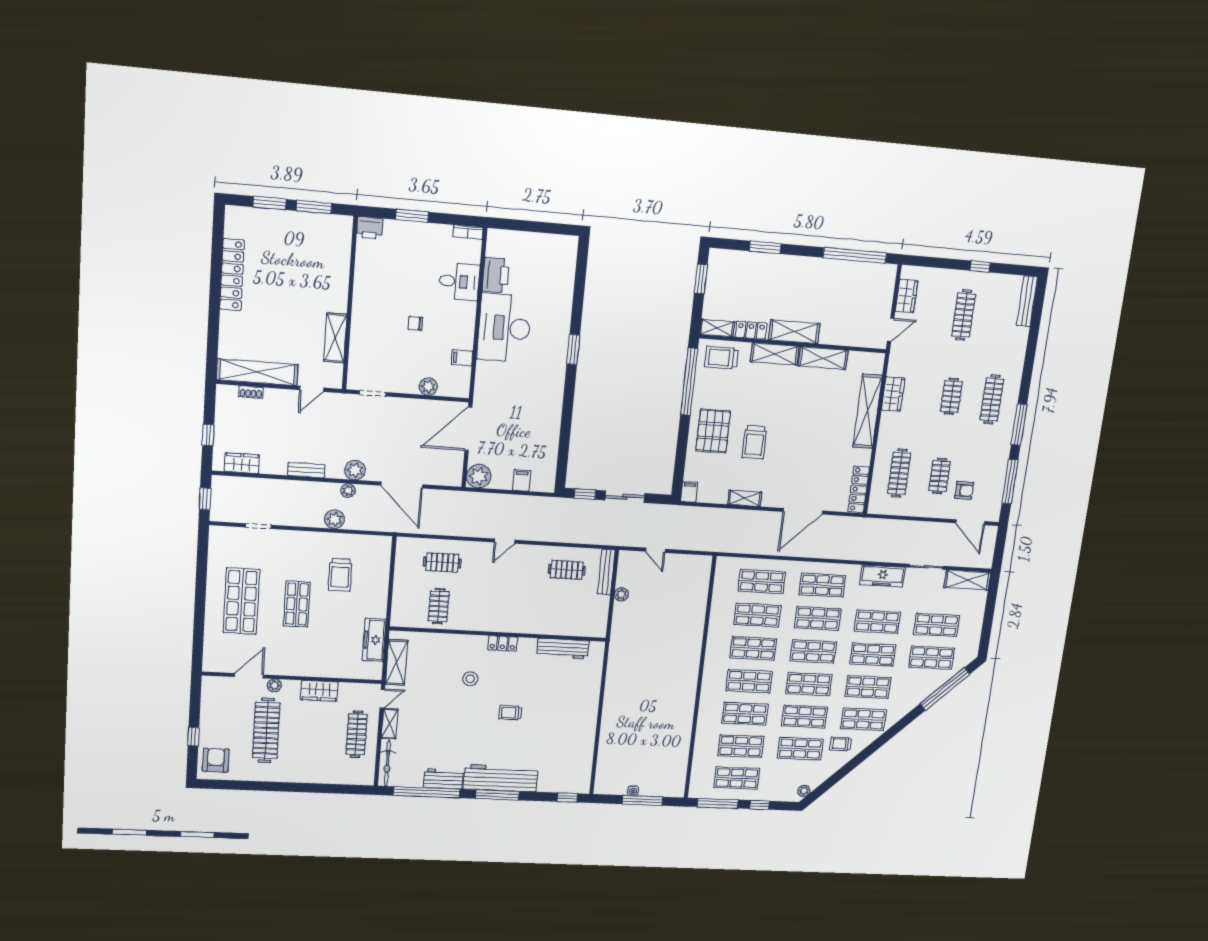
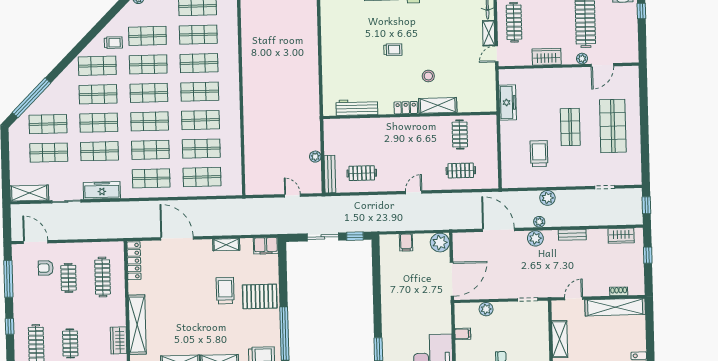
window: (1019, 424) -> (10, 326), width x0.46
pallet: (713, 431) -> (260, 296), turned 90
filing cabinet: (689, 492) -> (266, 246), width x2.00
door: (803, 511) -> (177, 238), hinge flipped
shelving: (397, 662) -> (438, 105), moved, turned 90

